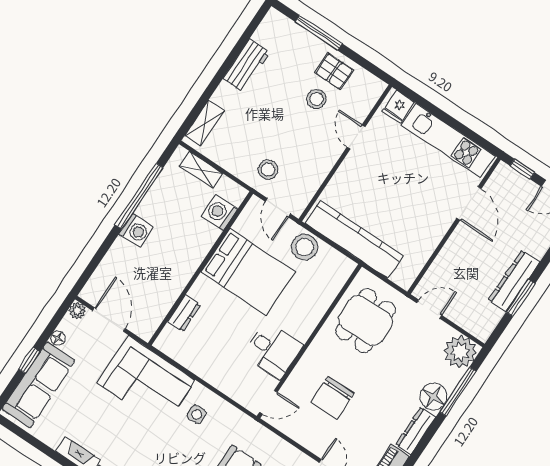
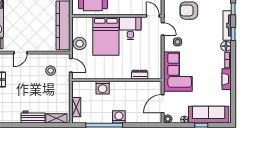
workbench: (246, 66) -> (33, 117), moved
stool: (316, 99) -> (16, 79), removed
stool: (268, 170) -> (51, 71), moved
door: (278, 208) -> (71, 65), hinge flipped
washing machine: (220, 213) -> (103, 88), moved
bed: (248, 272) -> (106, 36), moved, turned 180
door: (235, 404) -> (163, 29), added

